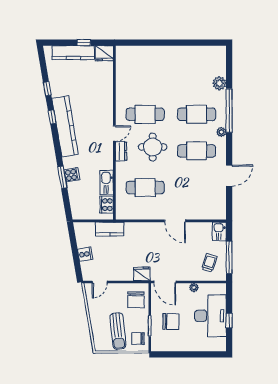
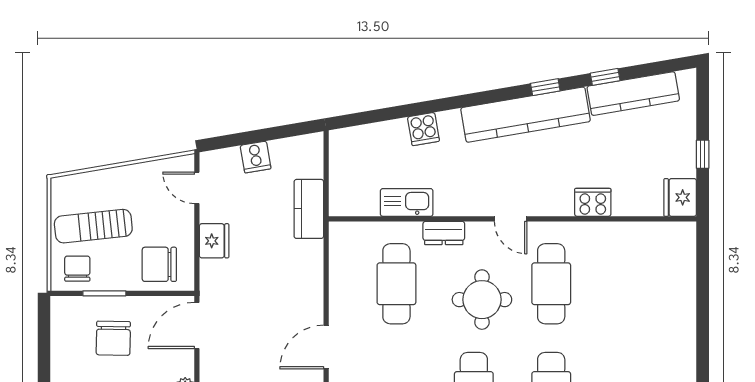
kitchen counter: (73, 53) -> (633, 94), moved, turned -100
dresser: (121, 151) -> (444, 233), moved
window: (62, 177) -> (418, 109), removed
cooker: (107, 205) -> (593, 202), moved
fridge: (142, 274) -> (214, 241), moved

